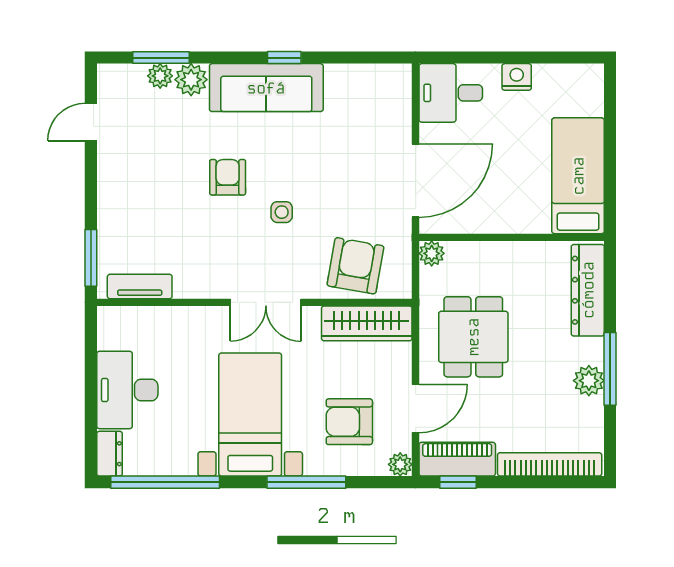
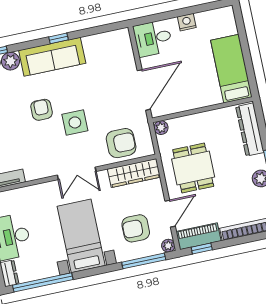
side table: (282, 212) -> (75, 122), width x1.87, depth x1.87
armchair: (355, 266) -> (121, 143), turned 80
window: (306, 482) -> (144, 261), moved

